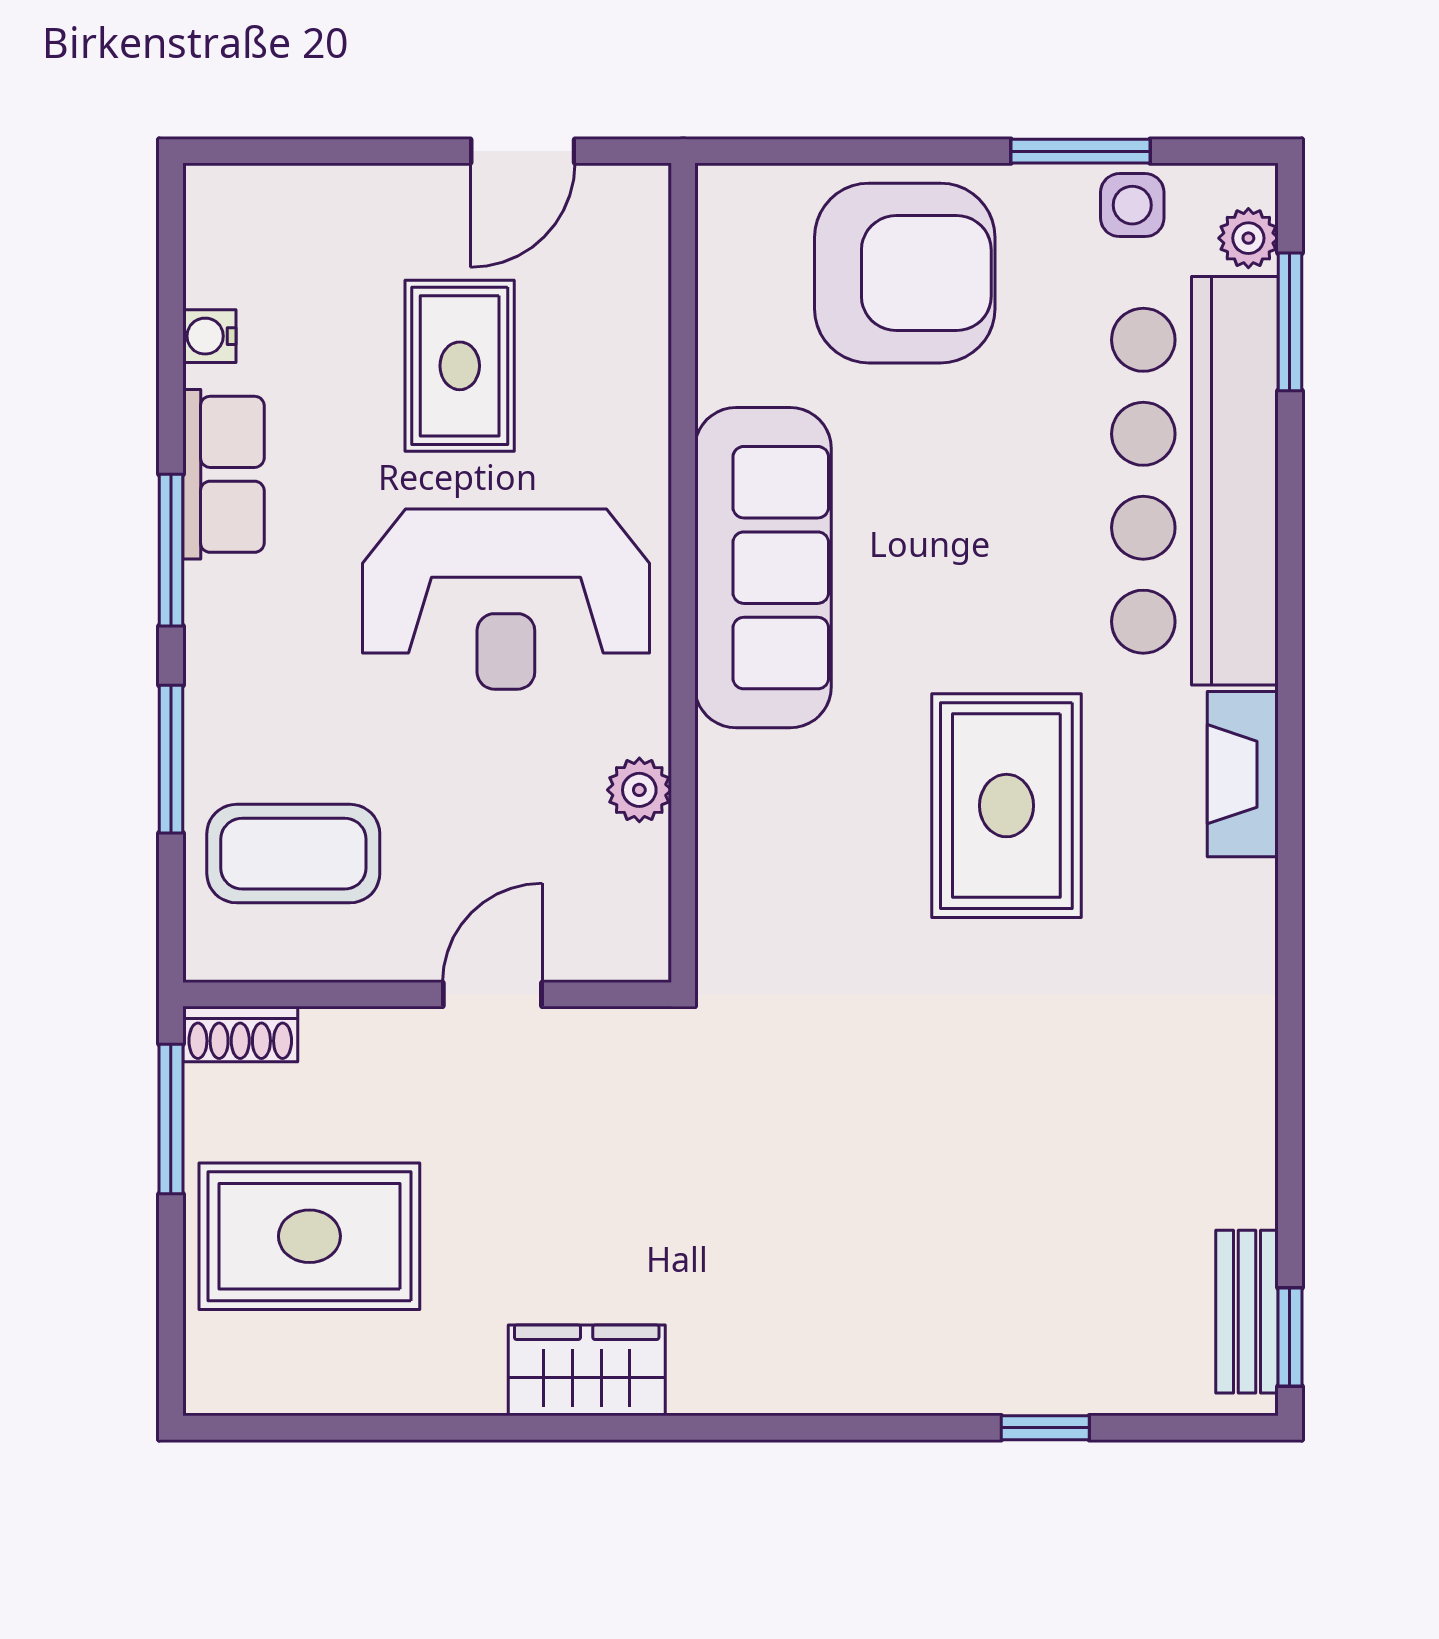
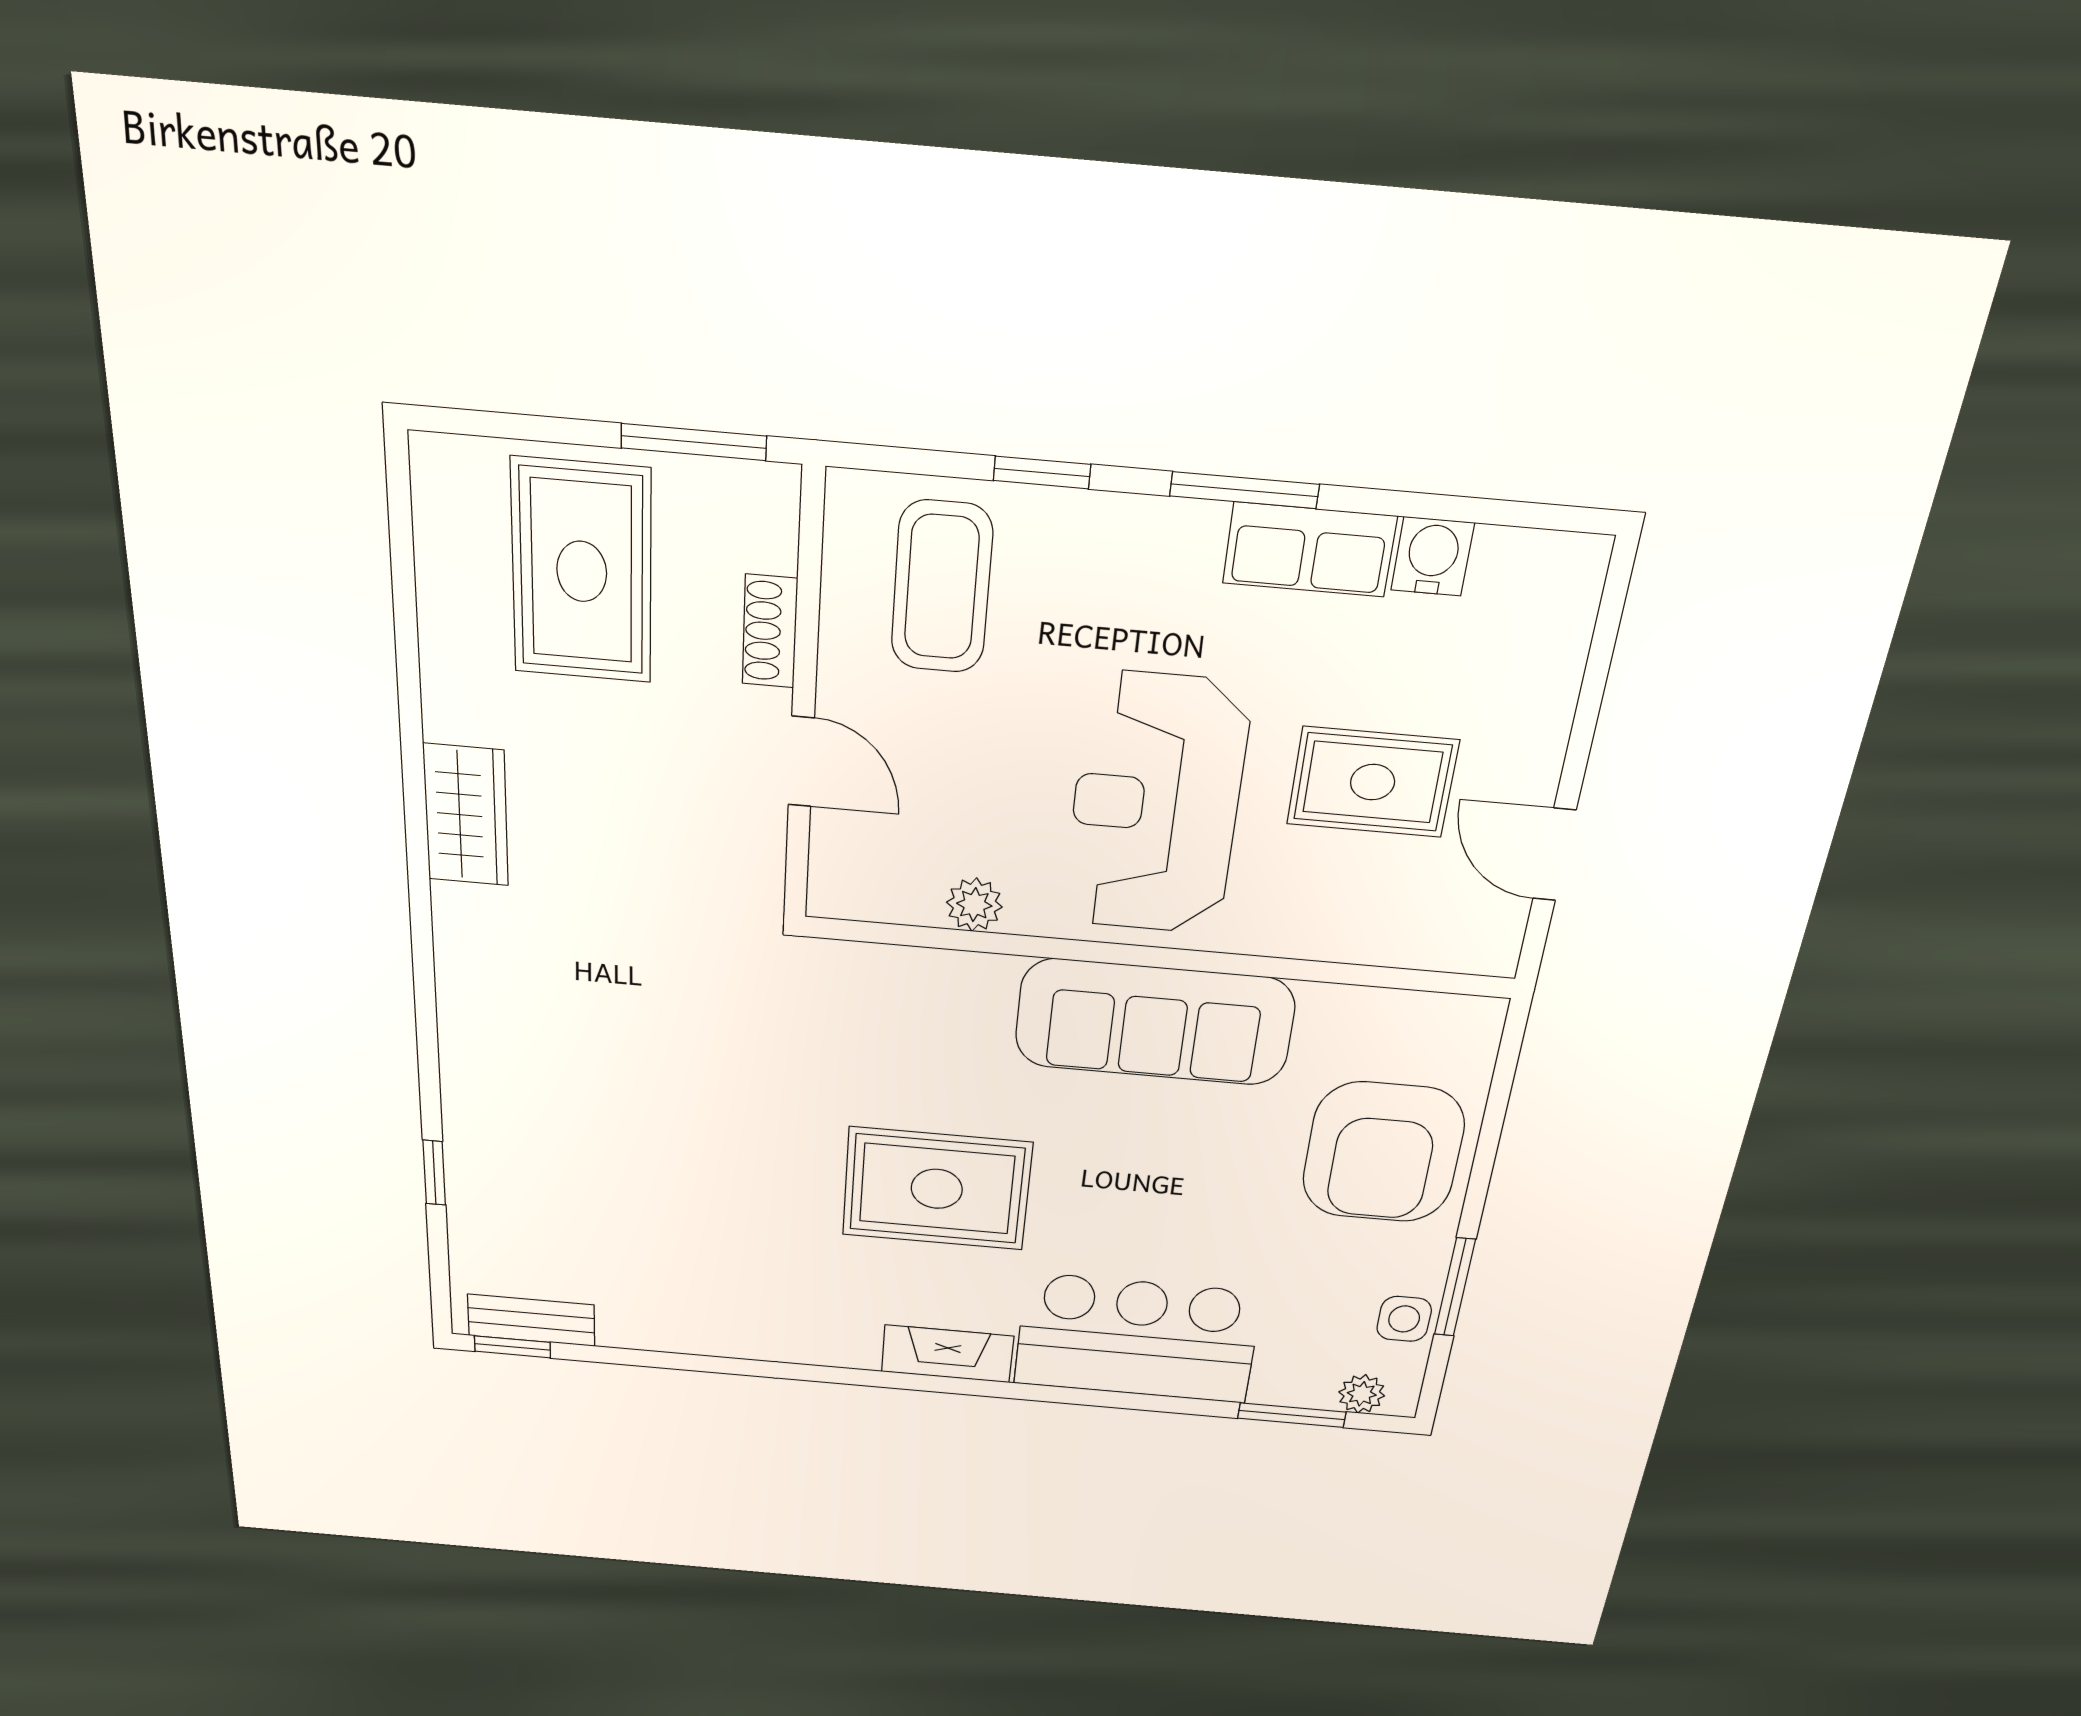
water cooler: (209, 336) -> (1433, 557), width x1.38, depth x1.38
bar counter: (1195, 481) -> (1137, 1338), width x0.73
window: (171, 759) -> (1042, 472), width x0.67
shoe rack: (240, 1034) -> (770, 631), moved

